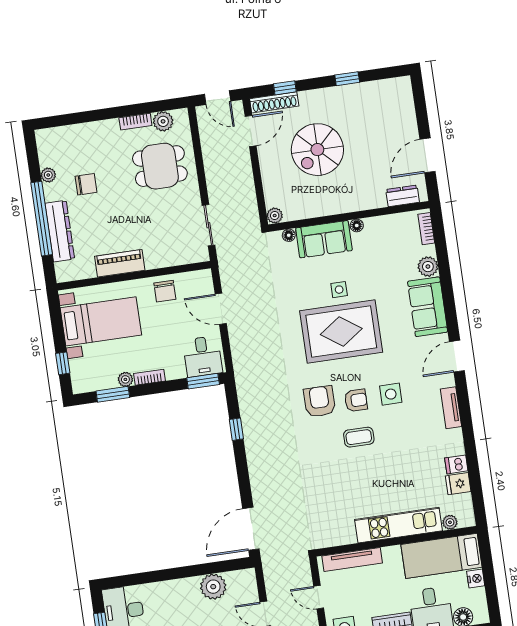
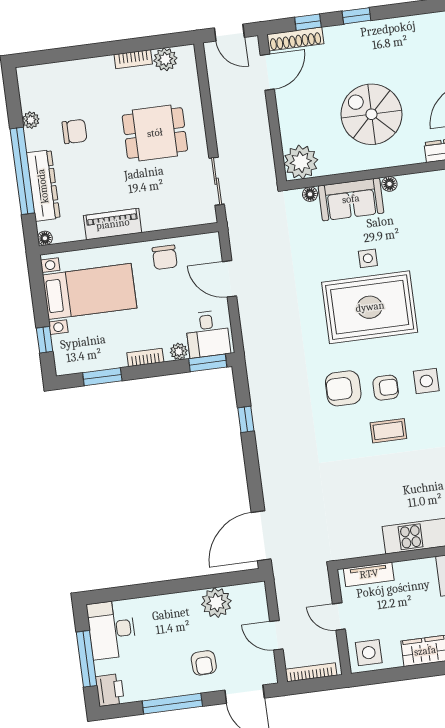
window: (347, 79) -> (356, 16), moved
spiral stairs: (317, 150) -> (371, 114), moved, turned 90
dining table: (160, 166) -> (155, 133), moved
plant: (275, 216) -> (301, 162), width x1.87, depth x1.87
floor lamp: (62, 276) -> (45, 238), added
plant: (125, 379) -> (179, 351), moved
armchair: (320, 401) -> (343, 388), turned -90
tv unit: (352, 559) -> (369, 574), width x0.71

